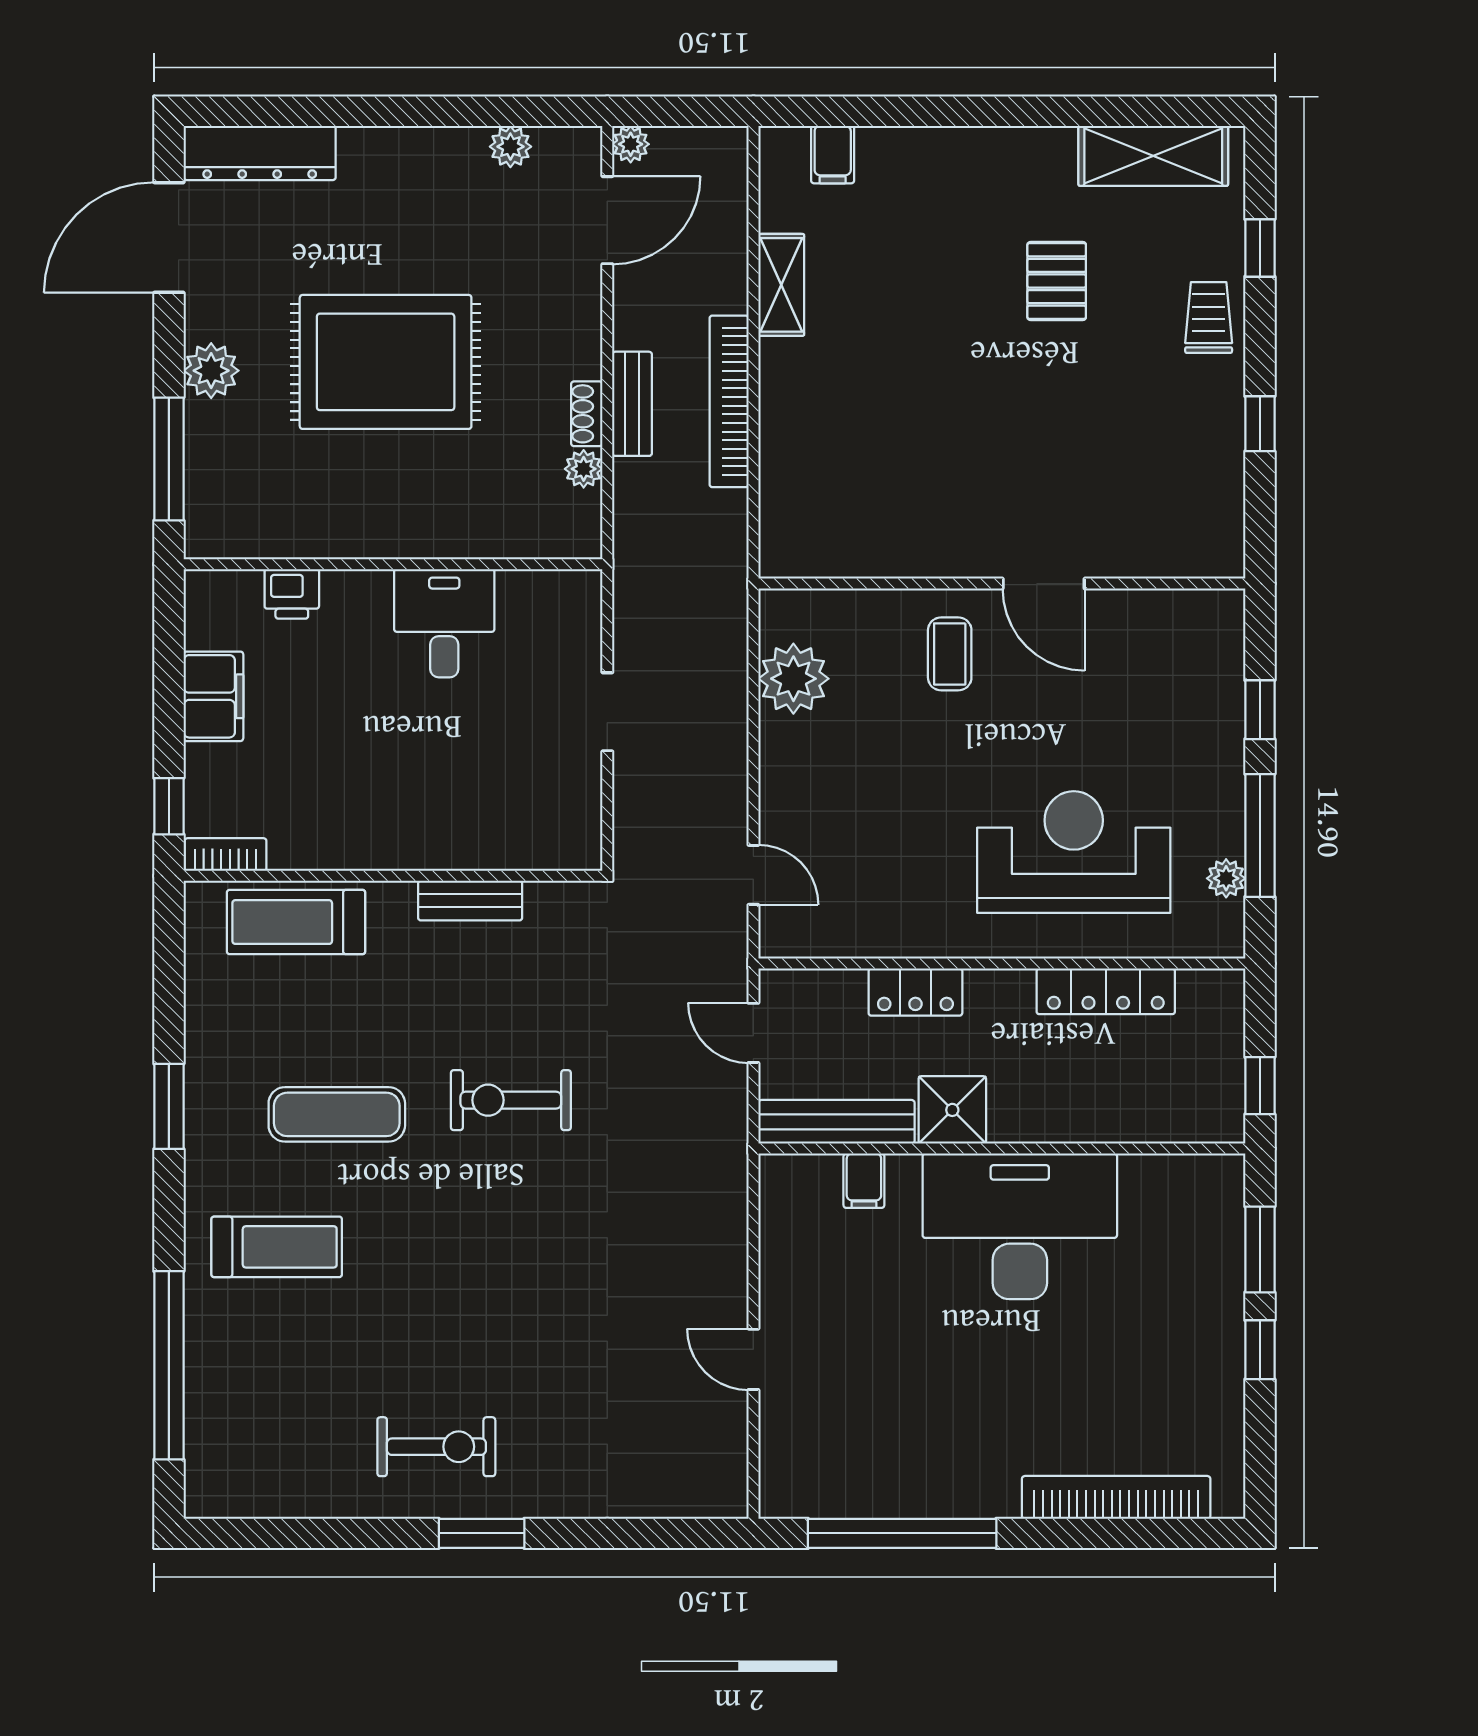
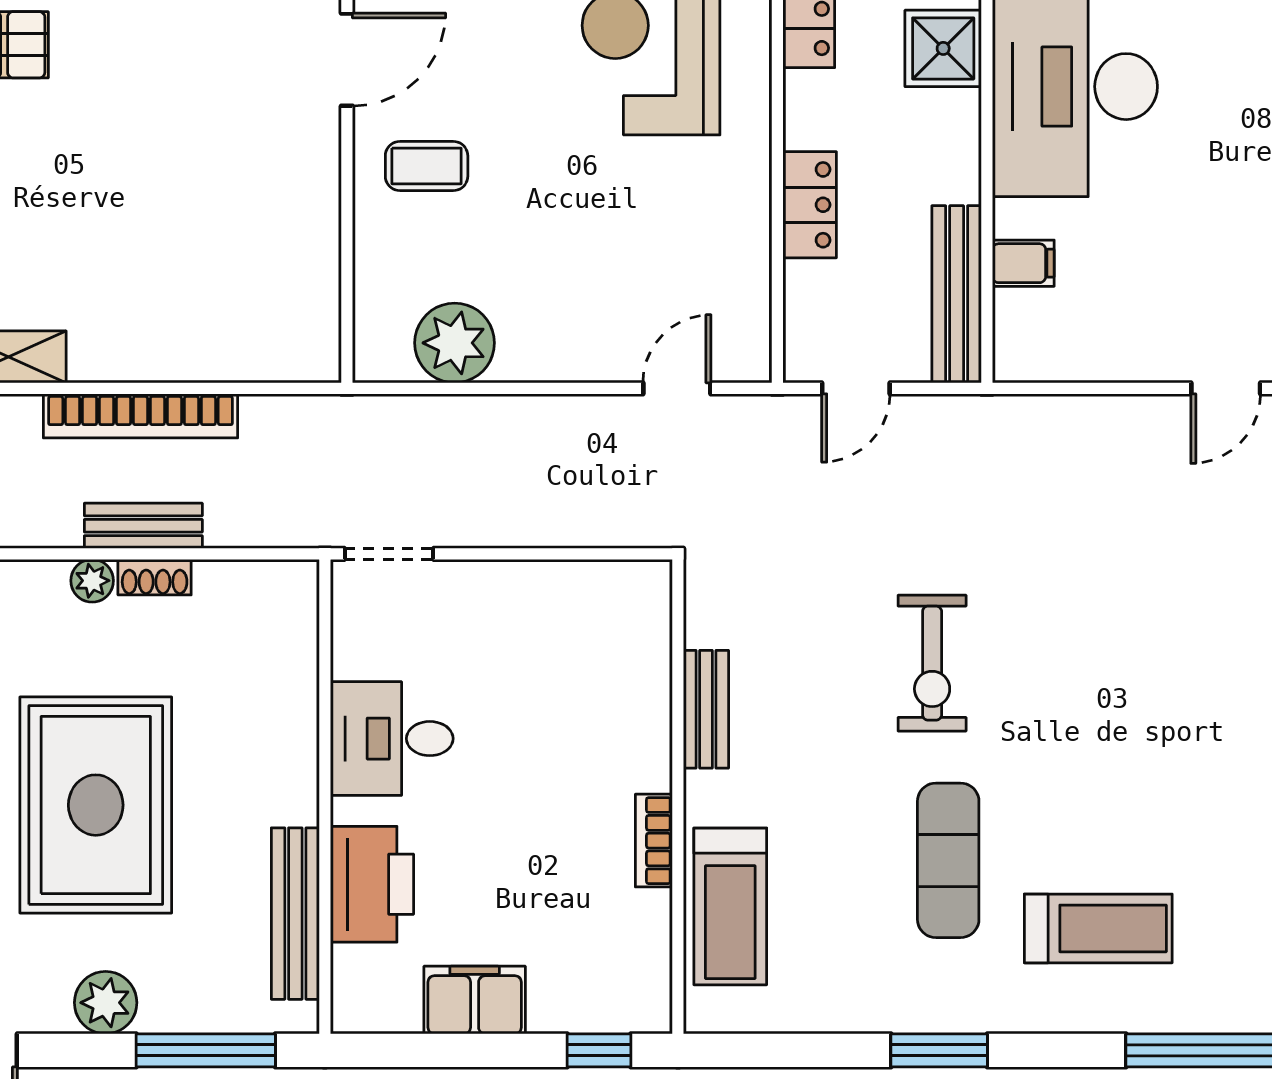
plant: (584, 469) -> (92, 581), moved
bench: (290, 538) -> (295, 914), added
printer: (292, 594) -> (372, 884), width x1.87, depth x1.48
doorway: (607, 712) -> (389, 554), moved
bookcase: (226, 855) -> (654, 841), moved
shower: (952, 1110) -> (943, 48), moved
treadmill: (277, 1247) -> (1098, 928), turned 90

